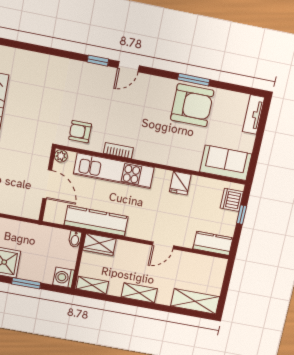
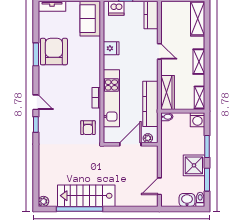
plant: (61, 156) -> (148, 138), moved
wardrobe: (99, 244) -> (168, 92), width x1.50

